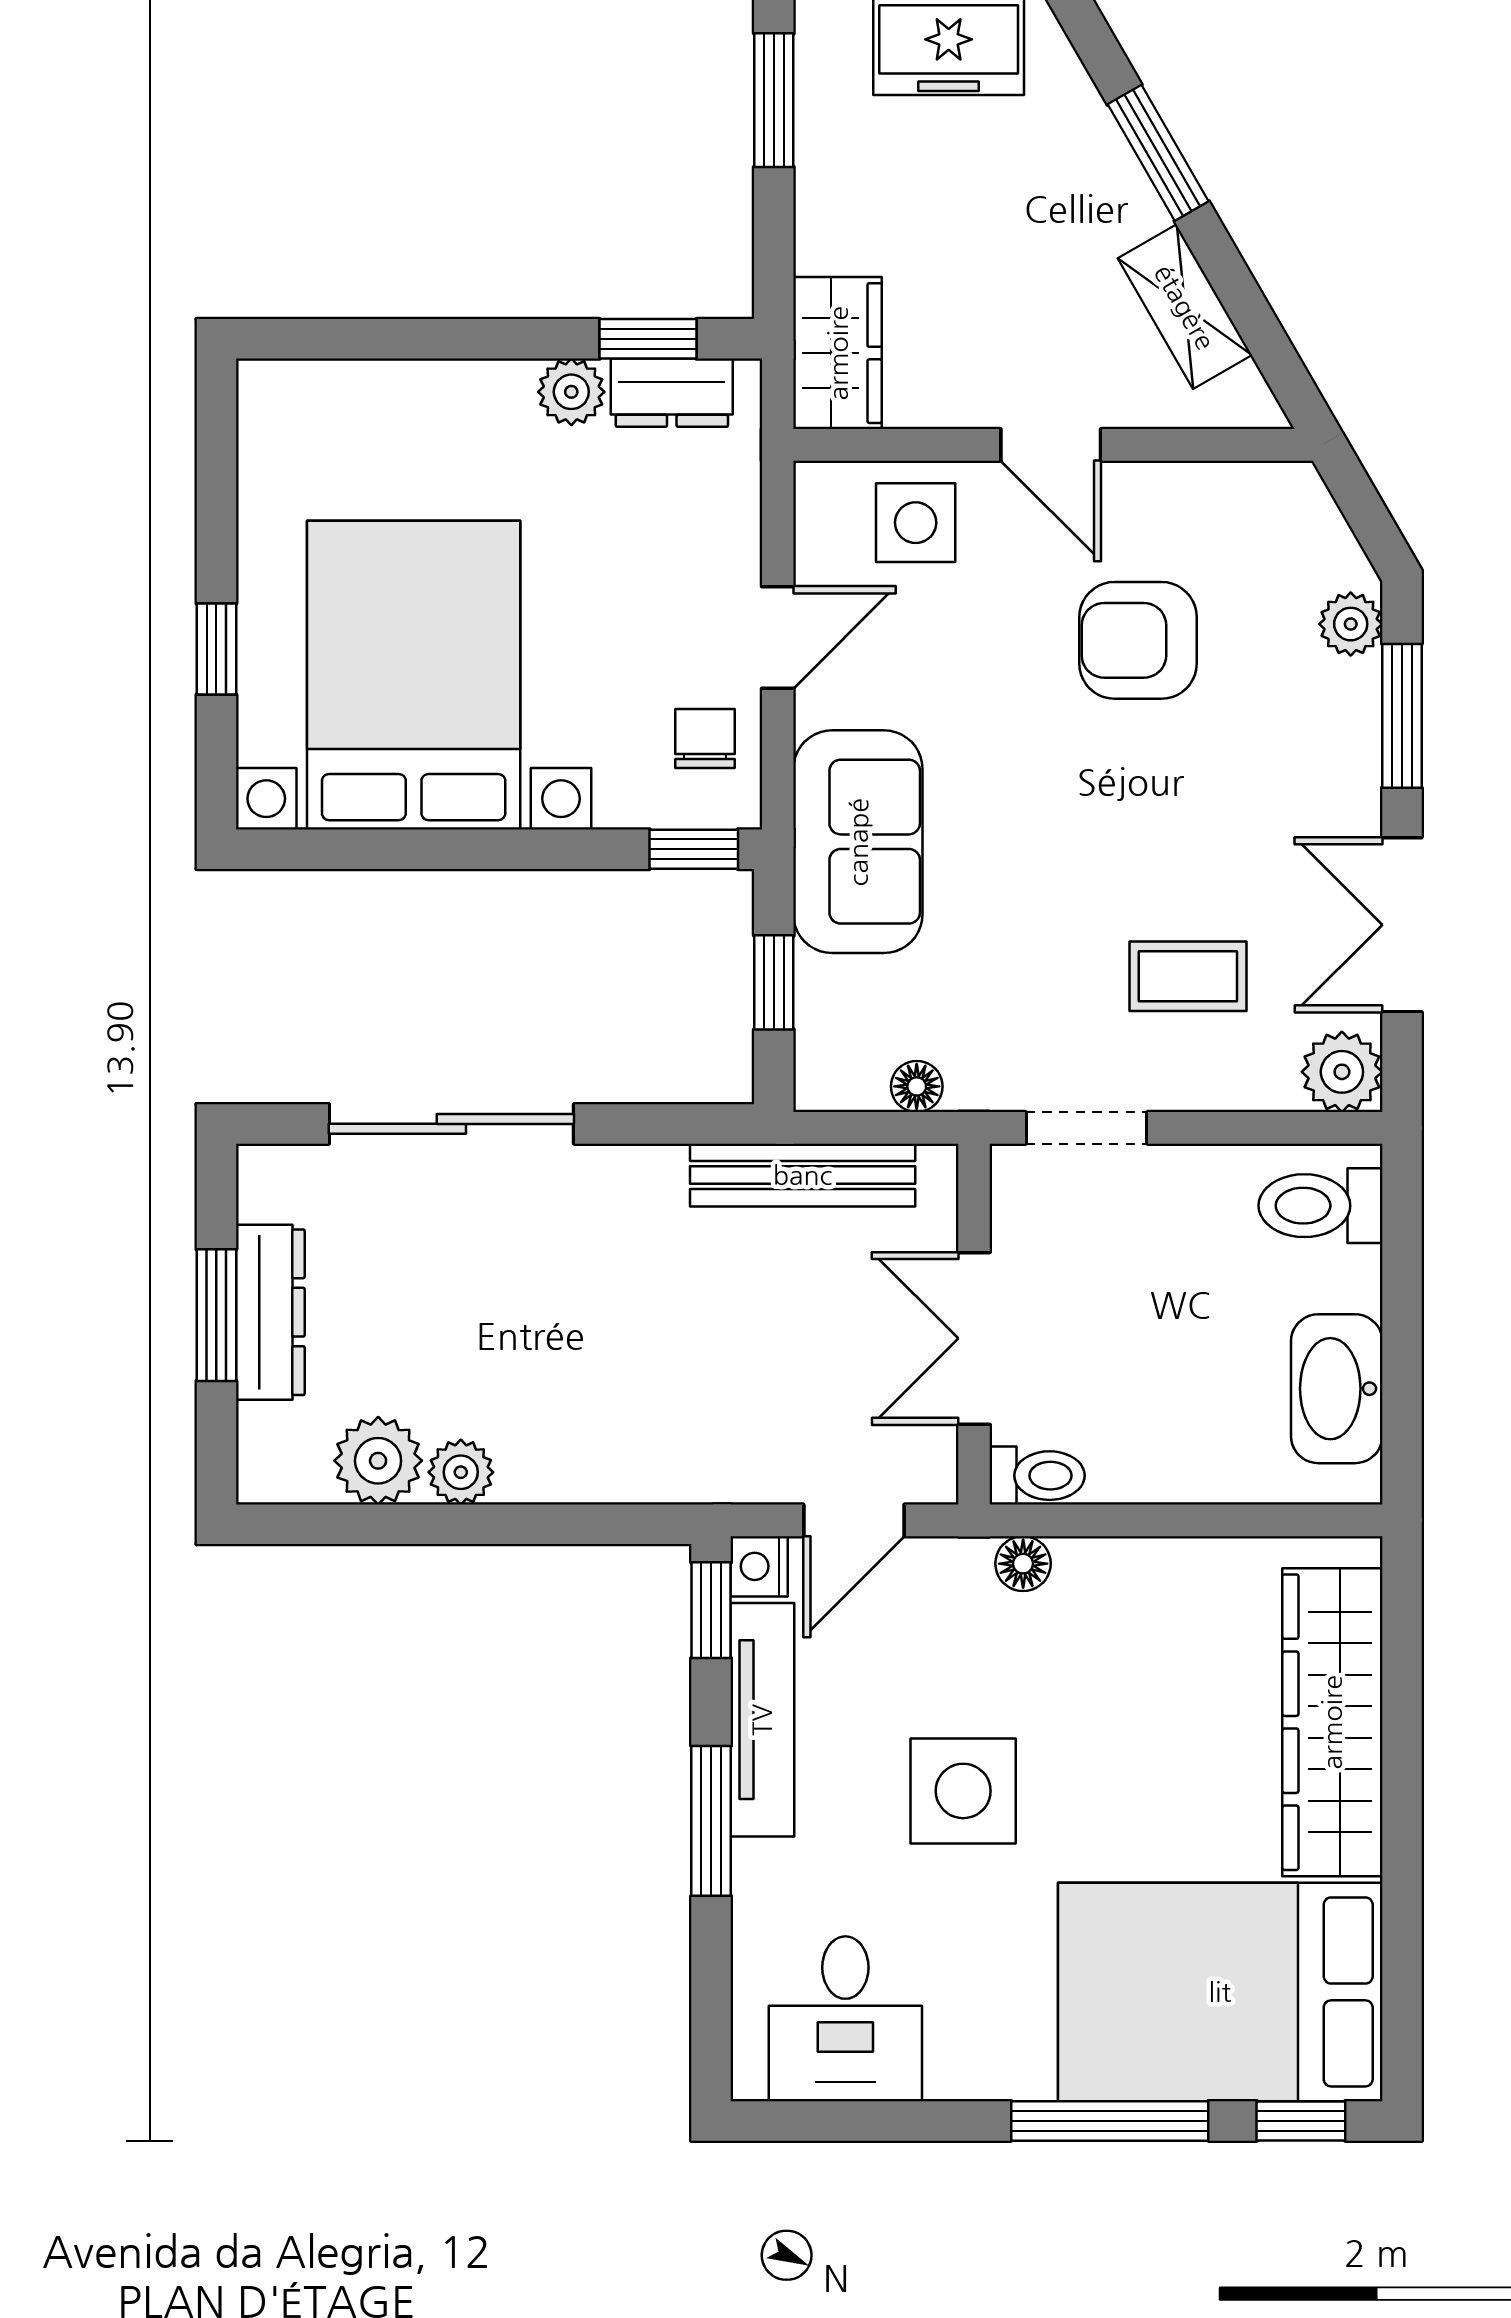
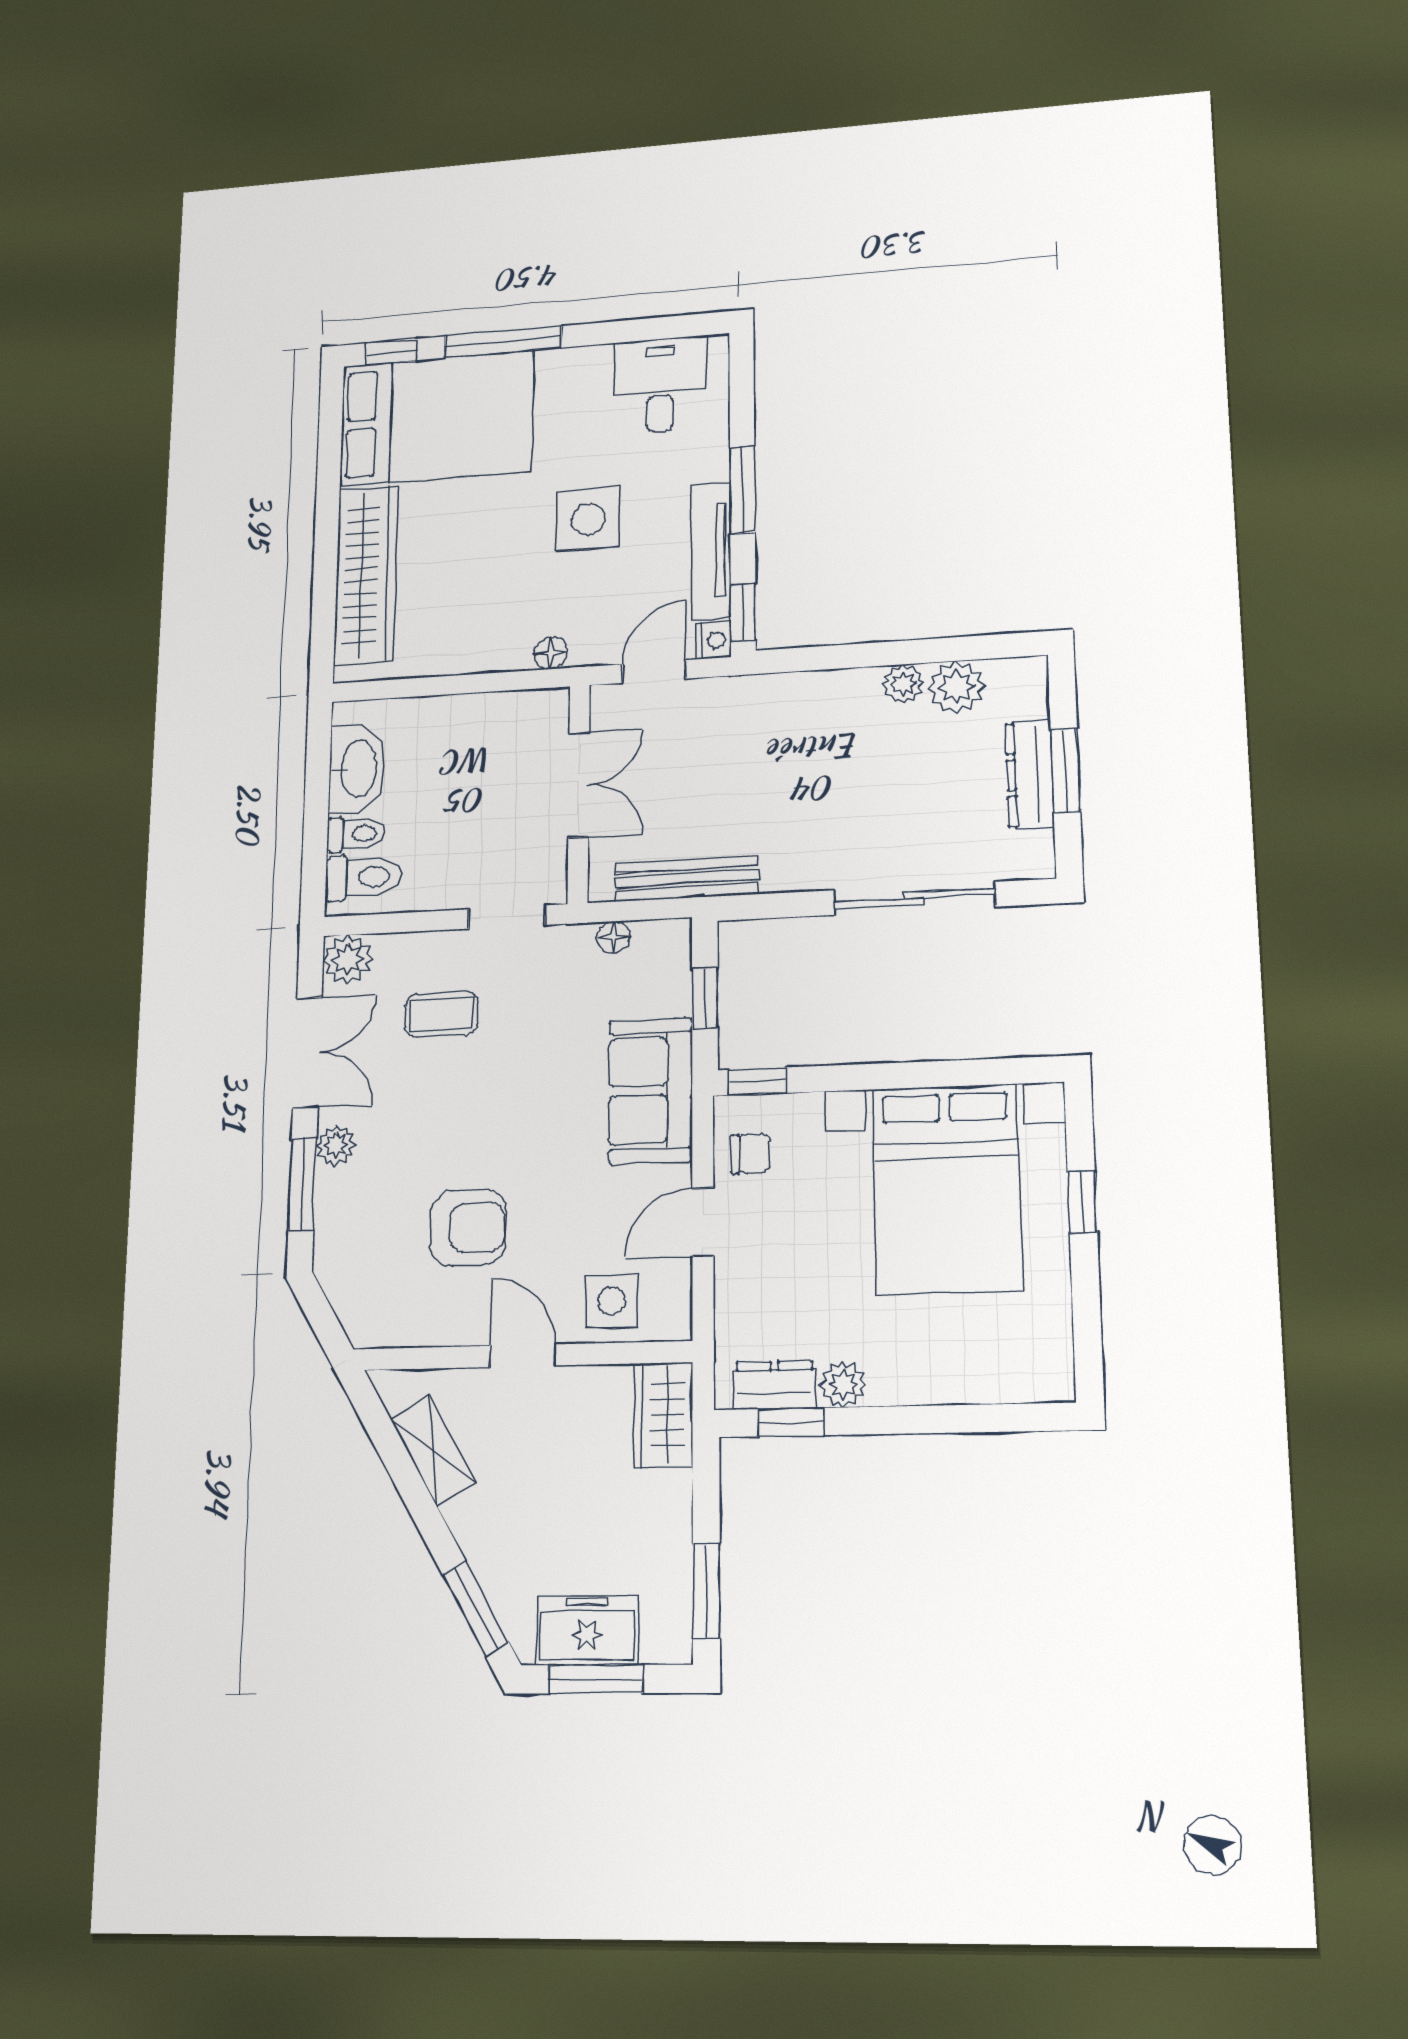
window: (1158, 153) -> (476, 1609), moved
plant: (1351, 624) -> (336, 1145), moved
chair: (705, 739) -> (751, 1154), turned -90
toilet: (1037, 1476) -> (356, 834), moved, turned 180

